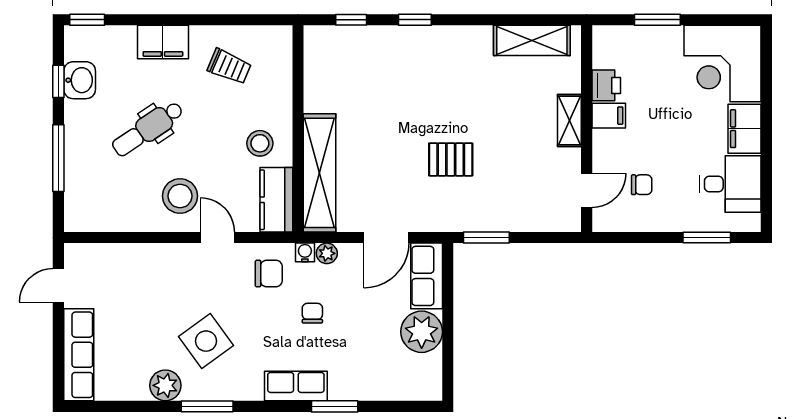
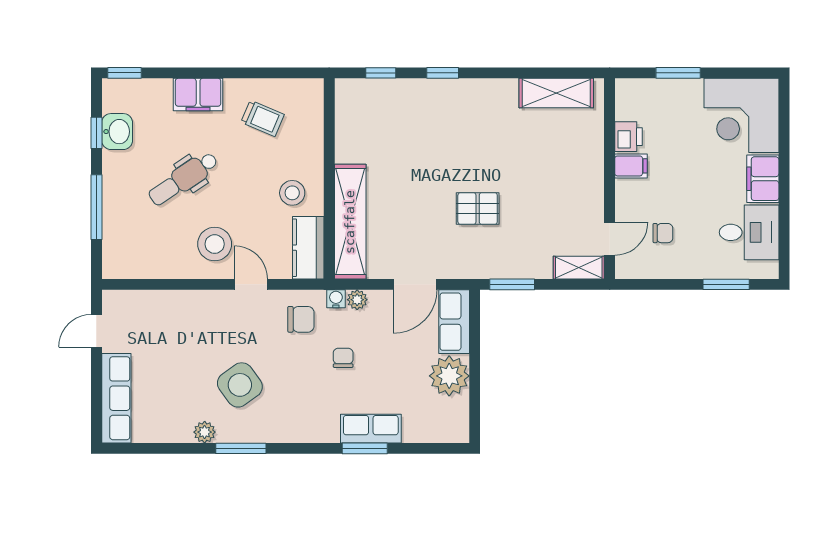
shelving: (569, 120) -> (579, 268), moved, turned 90
plant: (165, 385) -> (205, 432), width x0.73, depth x0.73
row of seats: (296, 386) -> (371, 429), moved

